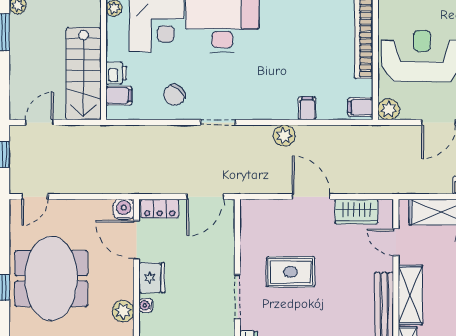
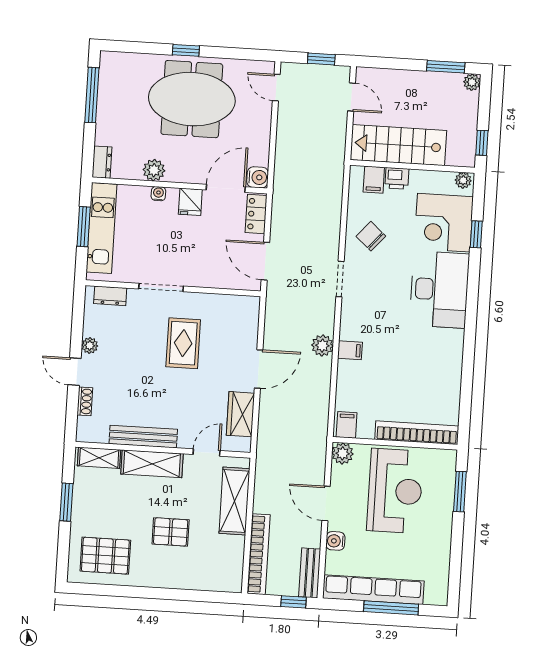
filing cabinet: (307, 108) -> (350, 350), moved
fridge: (152, 278) -> (190, 202), width x0.72

